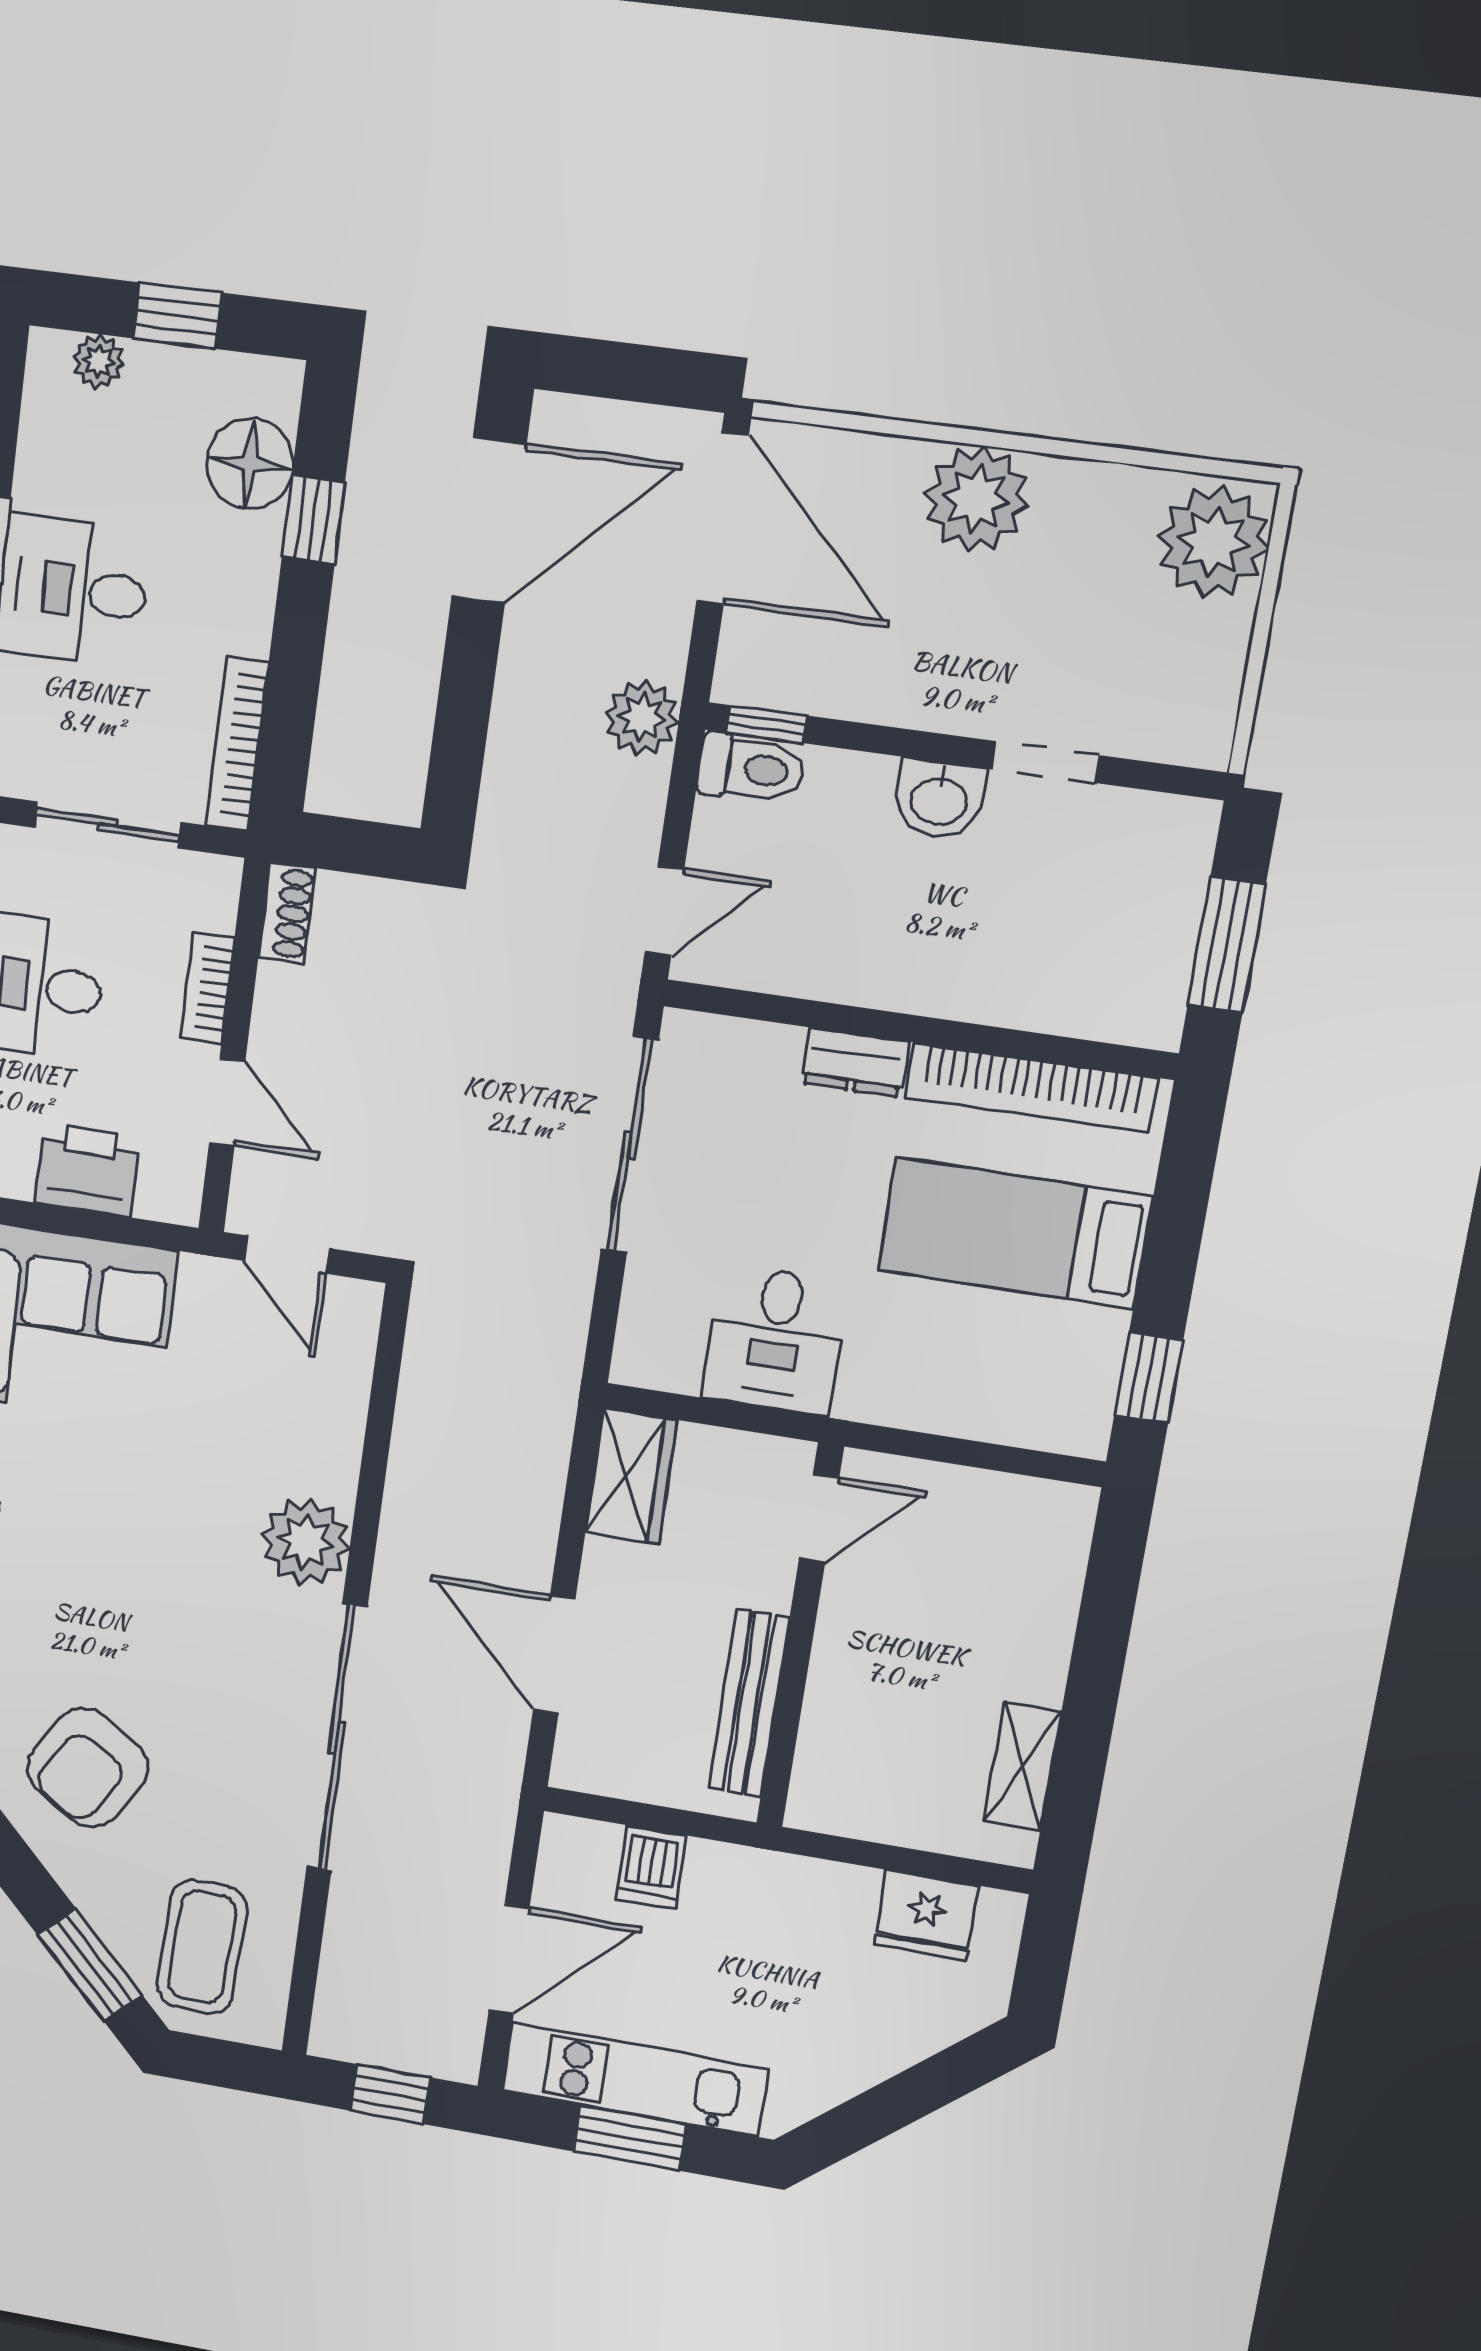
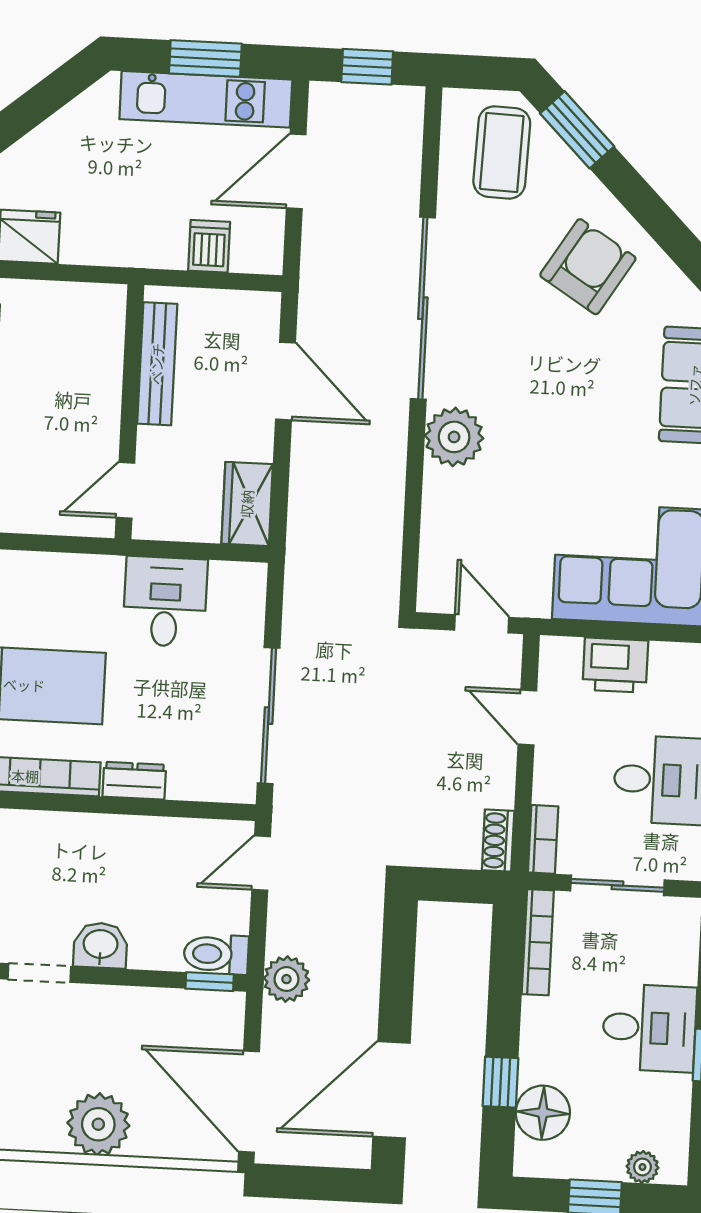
bookcase: (207, 988) -> (543, 839), moved

